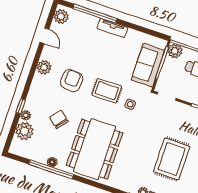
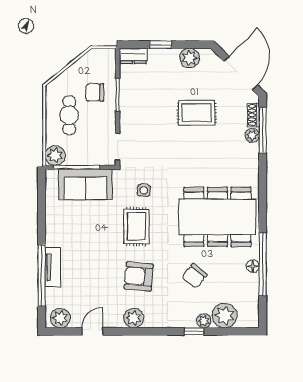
tv unit: (112, 28) -> (53, 267), moved
rug: (172, 159) -> (197, 113), width x0.73, depth x0.70

